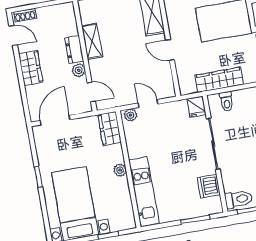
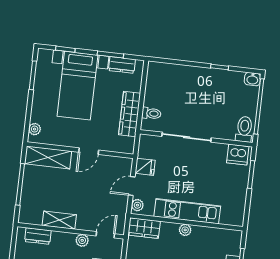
dresser: (74, 50) -> (38, 236), moved
fridge: (196, 107) -> (145, 167), moved
dishwasher: (209, 186) -> (238, 155), moved
kitchen unit: (144, 192) -> (187, 211), moved

